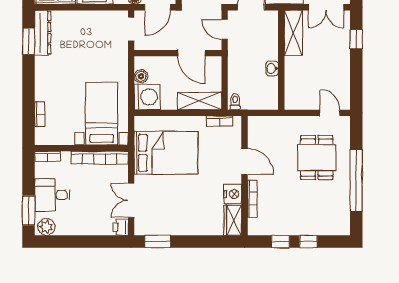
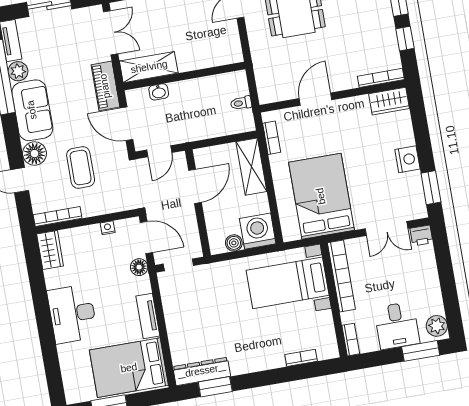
washbasin: (272, 68) -> (159, 92), moved
toilet: (235, 102) -> (241, 103), moved
nightstand: (233, 194) -> (407, 159), moved, turned 90
bookcase: (252, 198) -> (381, 78), moved

